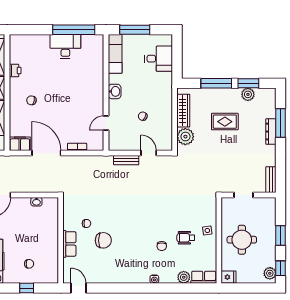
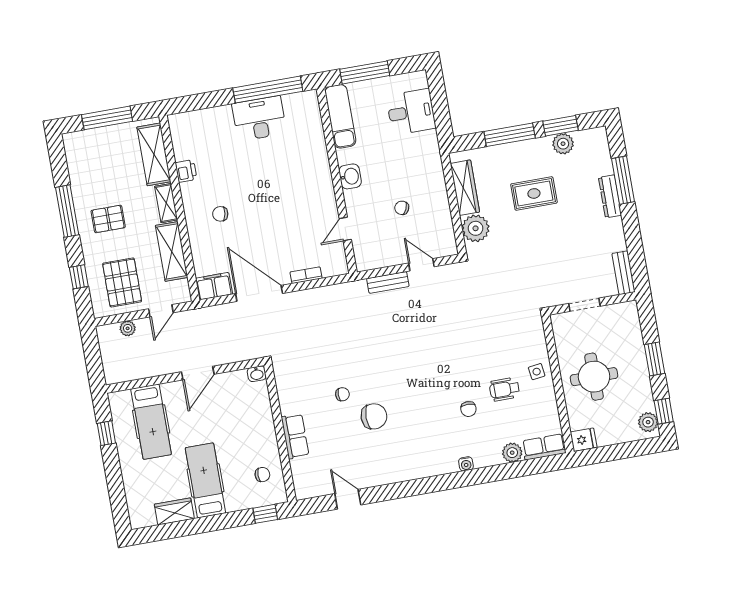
wall: (61, 240) -> (280, 433), moved
row of seats: (69, 244) -> (295, 436), moved

